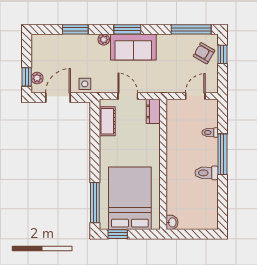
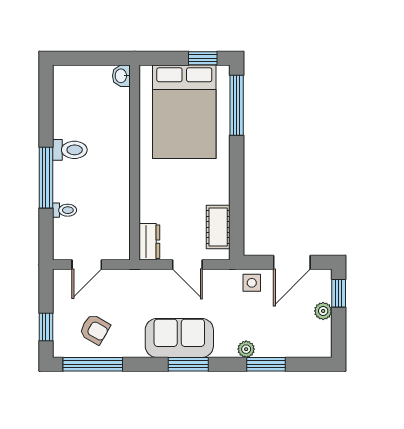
plant: (104, 40) -> (246, 349), moved
armchair: (204, 53) -> (95, 329), moved
plant: (37, 78) -> (323, 311), moved

